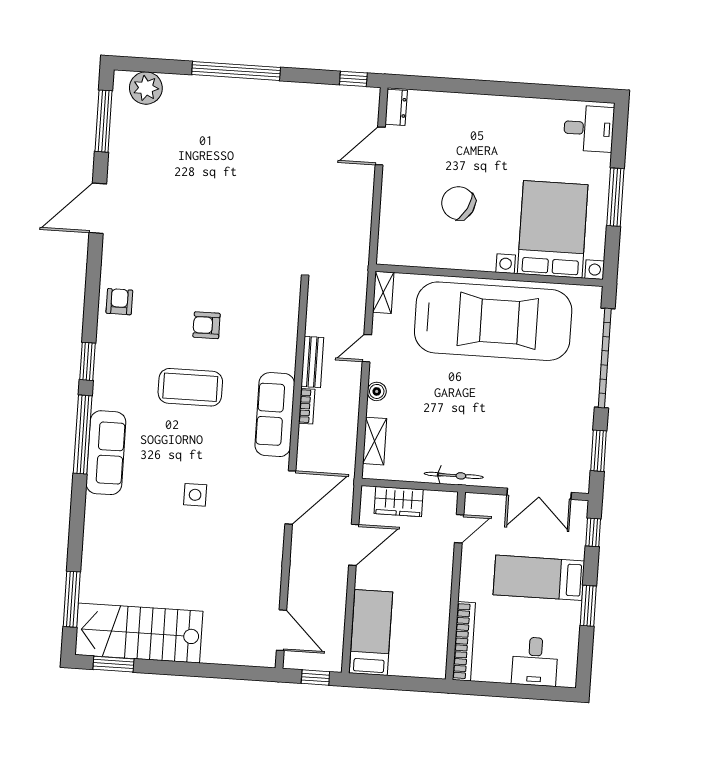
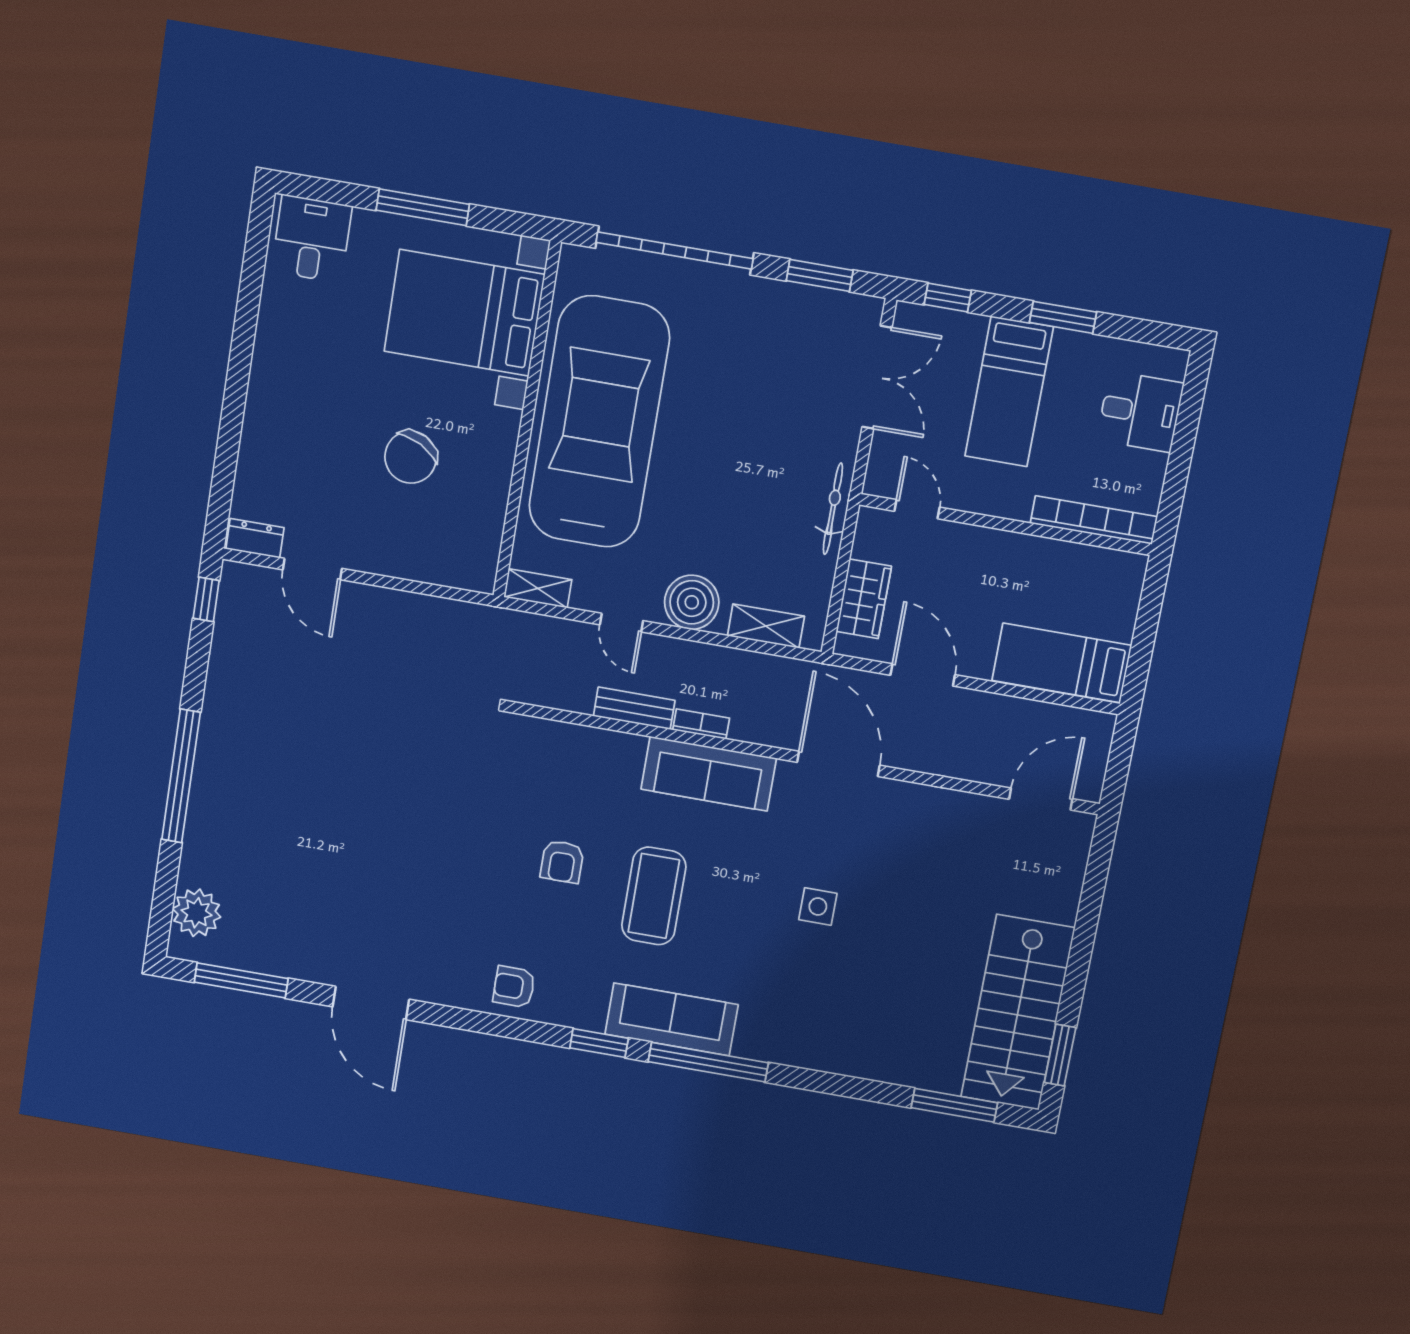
boiler: (377, 391) -> (692, 602), width x1.86, depth x1.86
sofa: (106, 453) -> (671, 1019), moved
window: (315, 677) -> (1120, 755), removed

